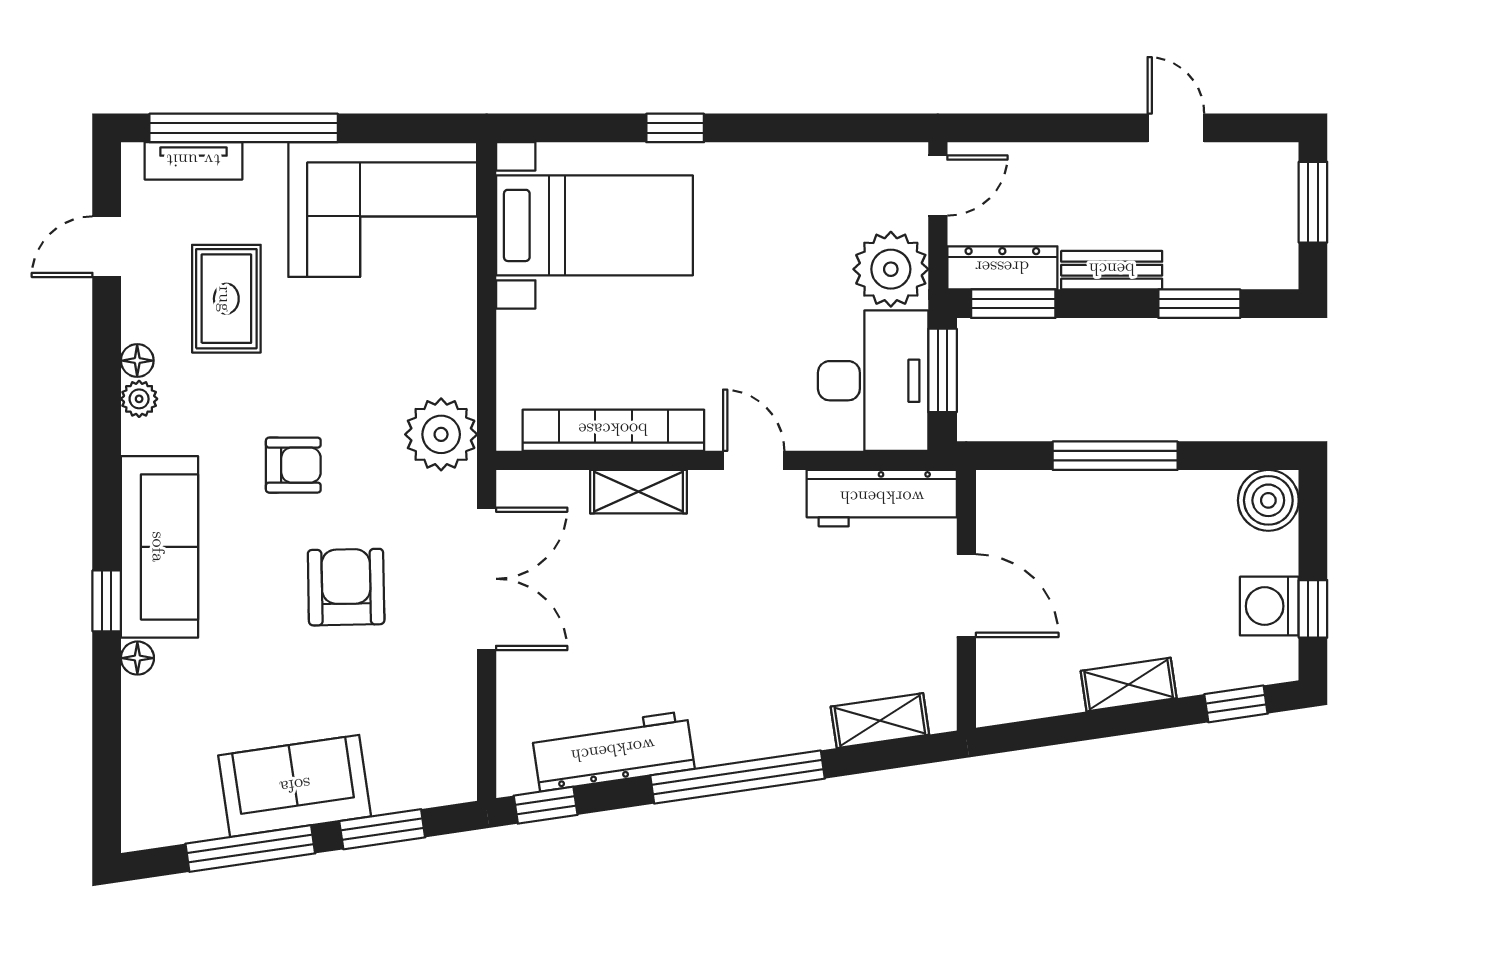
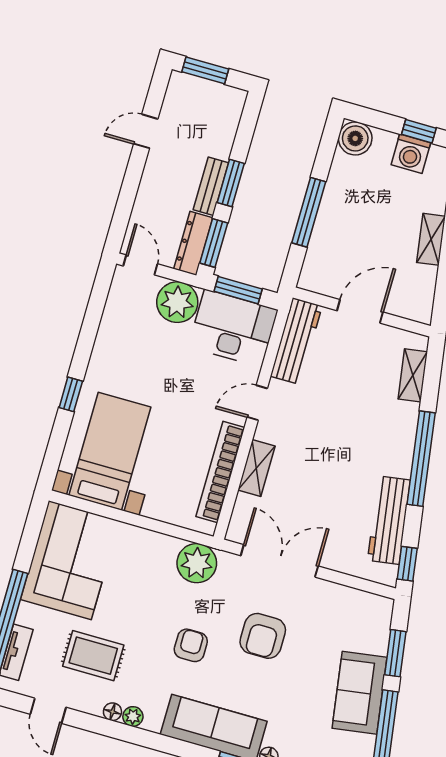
window: (1199, 304) -> (231, 183), moved
armchair: (346, 587) -> (263, 636), turned -89

